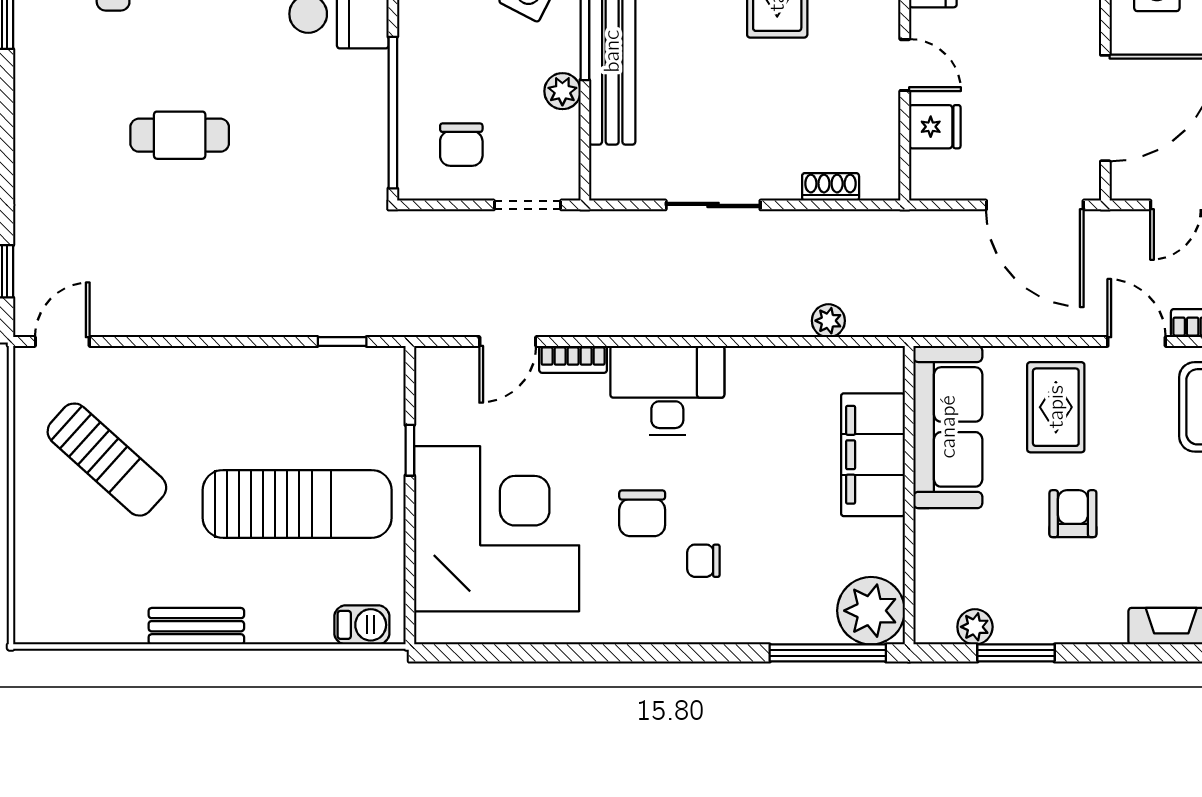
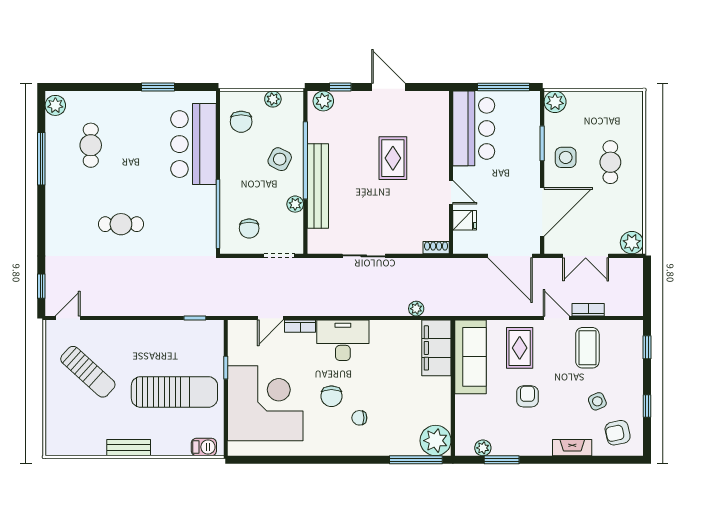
shoe rack: (831, 187) -> (436, 248), moved
filing cabinet: (873, 455) -> (436, 348), moved

